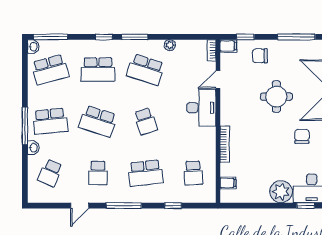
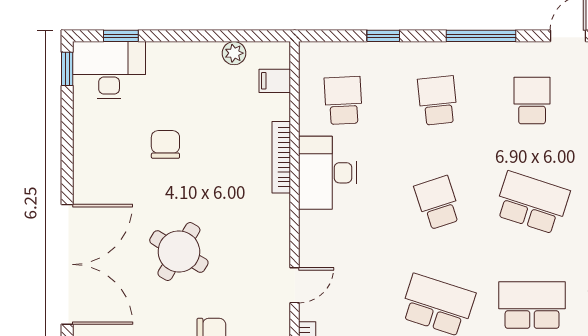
round table: (276, 97) -> (179, 252), turned 31
desk: (201, 108) -> (327, 173), moved
chair: (302, 136) -> (165, 144), moved, turned 180
school desk: (146, 173) -> (438, 100), width x0.54
plant: (281, 192) -> (234, 53), moved, width x0.53, depth x0.53

